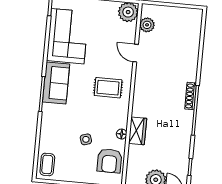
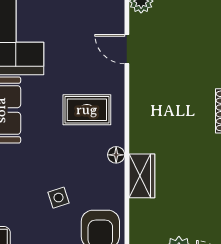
floor lamp: (122, 134) -> (116, 155), moved

